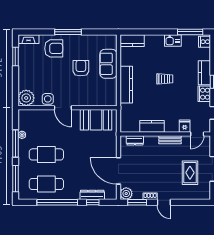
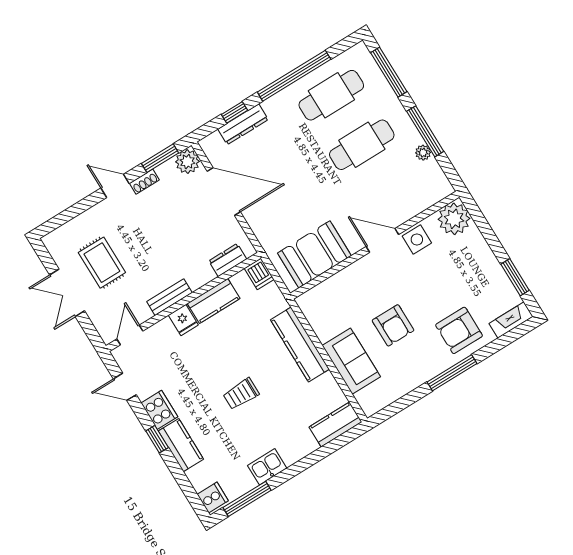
dishwasher: (125, 126) -> (259, 274), added
fridge: (185, 126) -> (183, 320), moved

